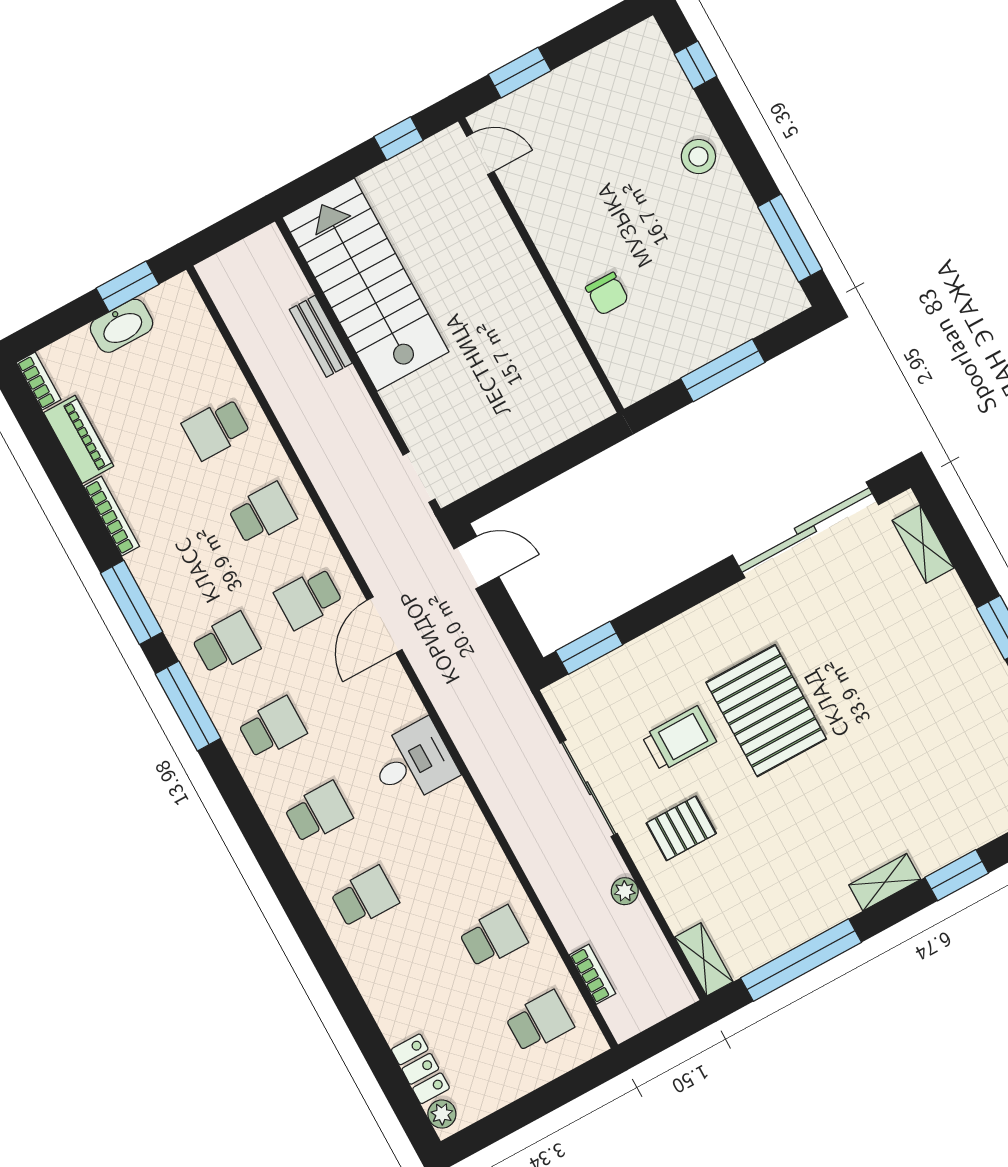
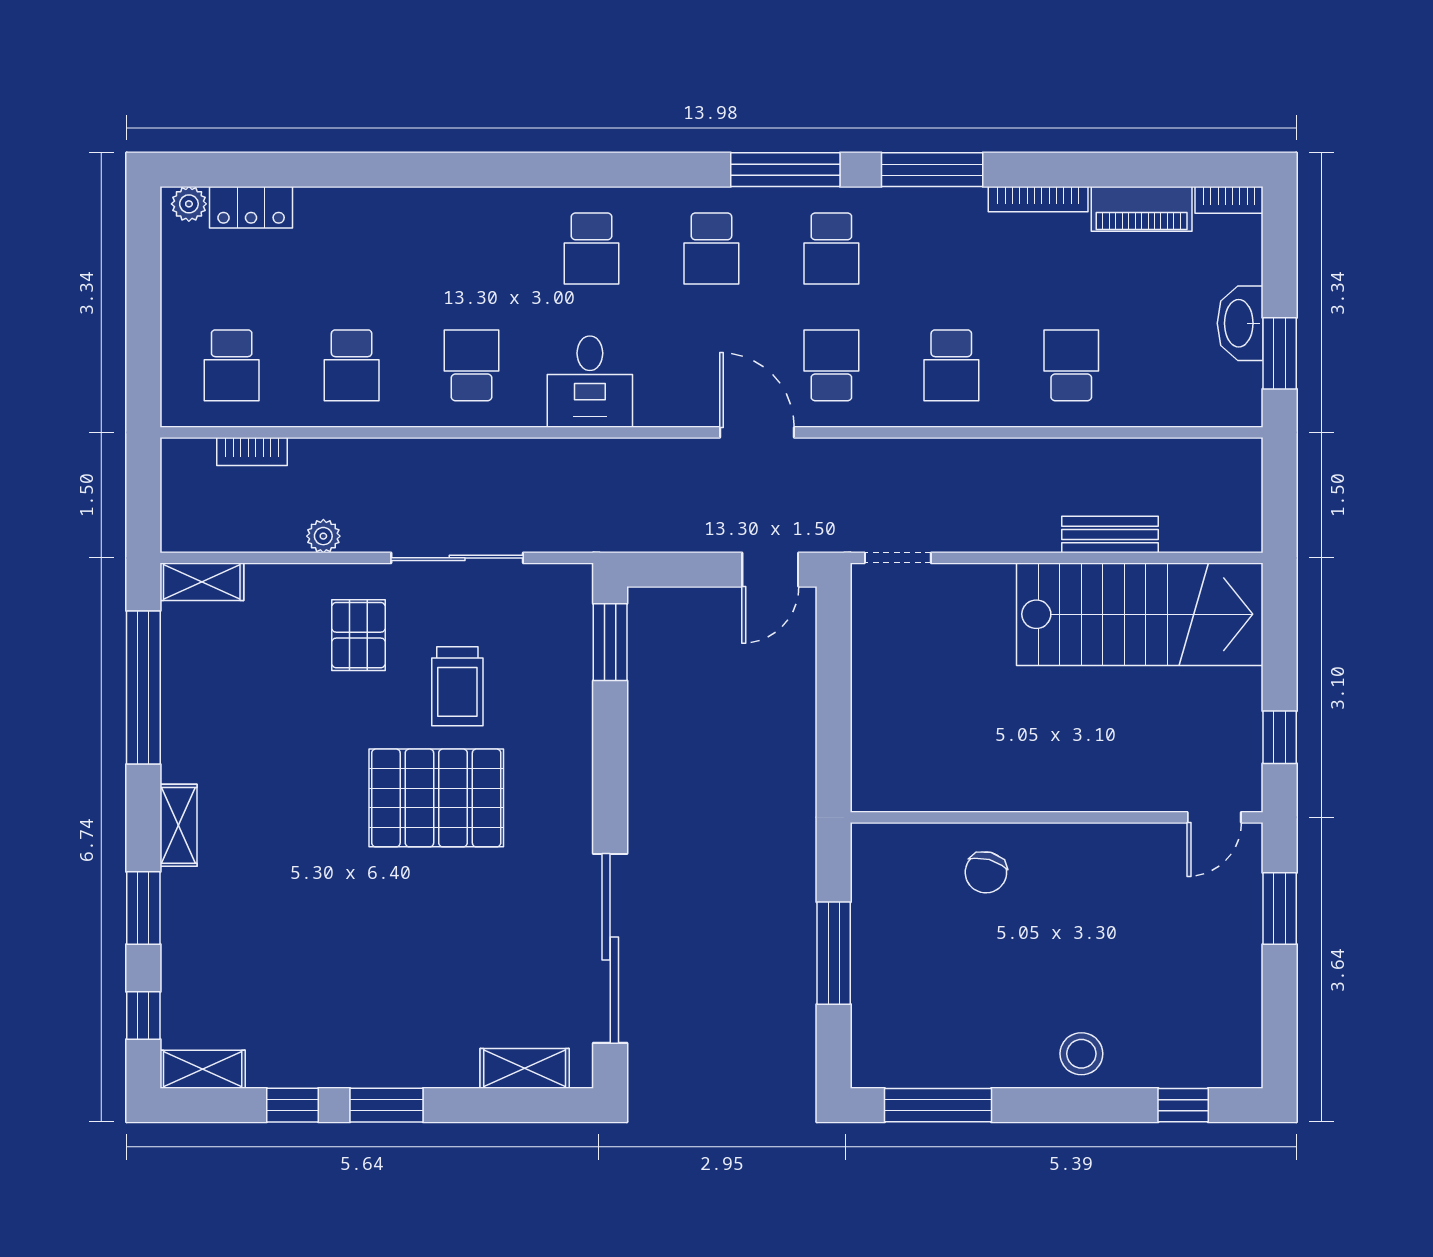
chair: (607, 294) -> (986, 872), turned -75
school desk: (365, 897) -> (472, 365), moved, turned 180

